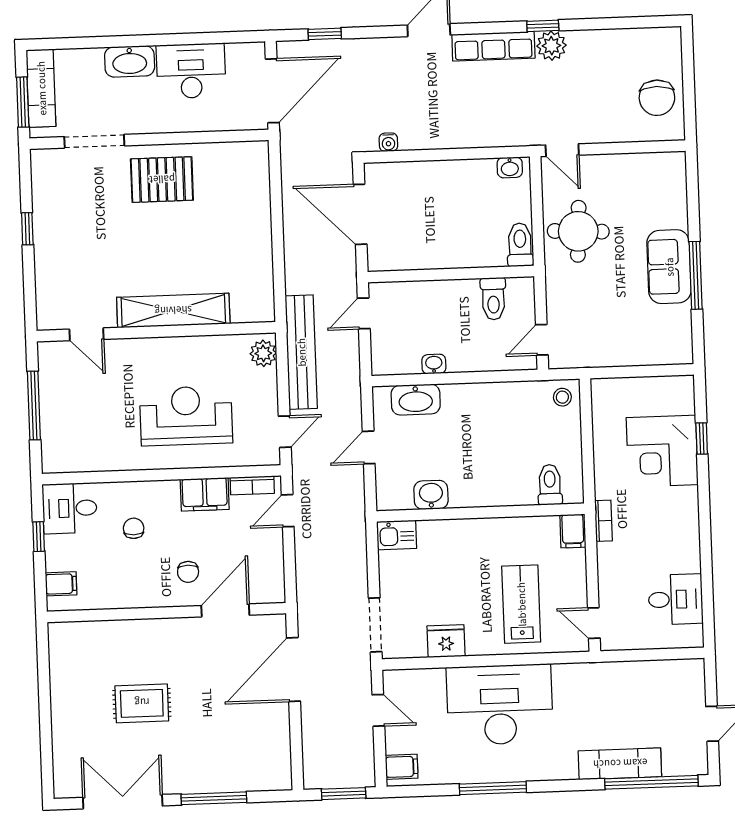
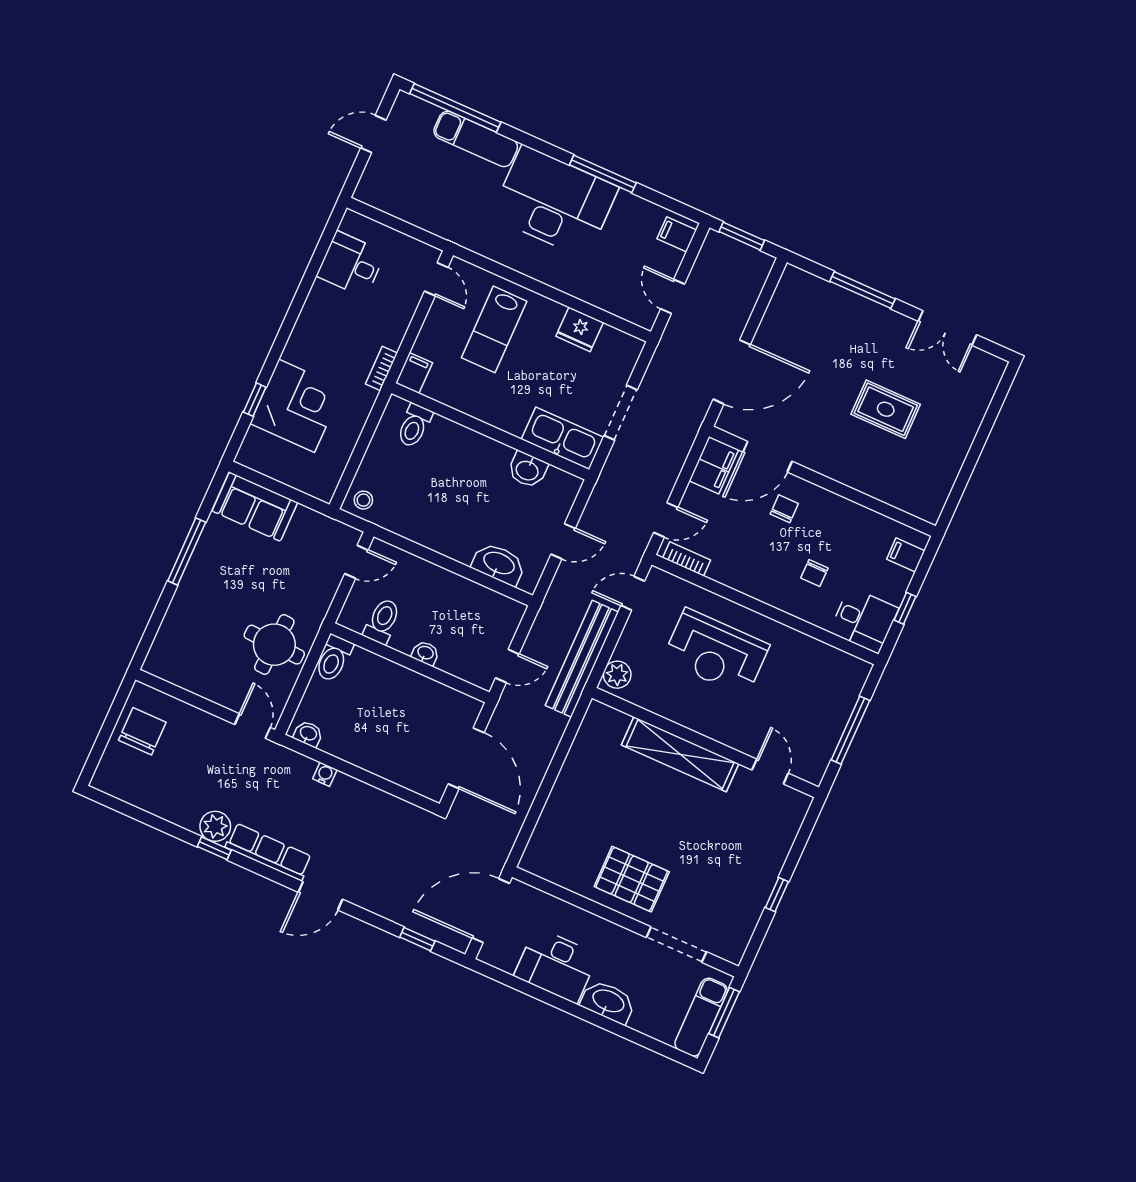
water cooler: (388, 142) -> (325, 774), moved
sofa: (669, 267) -> (255, 507), moved, turned 90
washbasin: (434, 364) -> (425, 653), moved, turned 180
filing cabinet: (205, 494) -> (714, 465), moved, turned 90
kitchen sink: (397, 535) -> (562, 438), width x1.88, depth x1.24
doorway: (375, 625) -> (621, 413), moved
desk: (500, 705) -> (554, 202), moved, turned 180
double door: (123, 802) -> (947, 328), width x0.73

